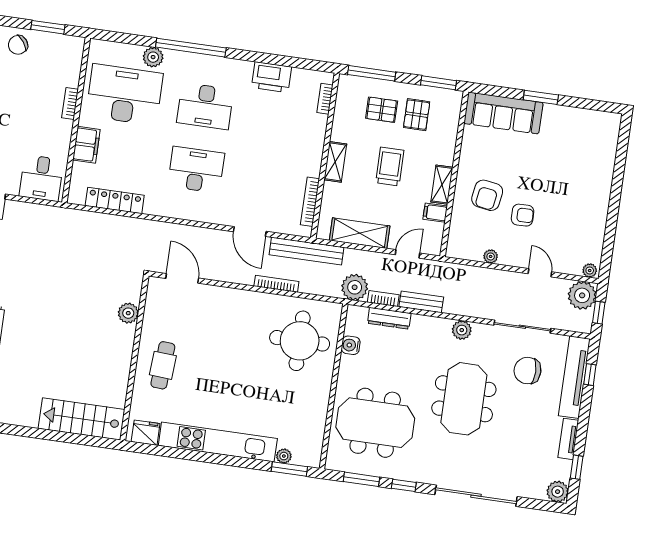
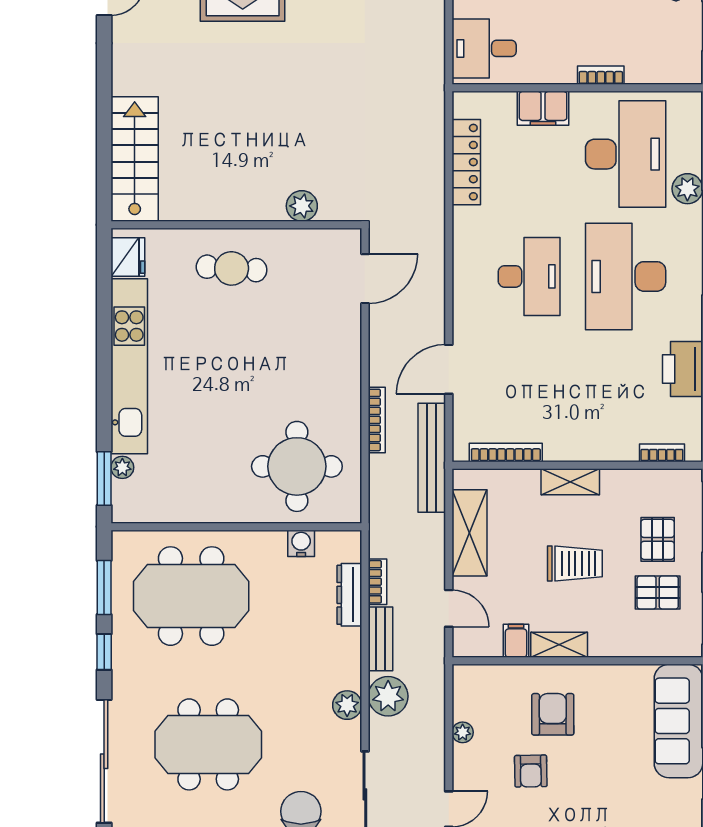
desk: (205, 106) -> (626, 276), width x1.36, depth x1.30
armchair: (487, 195) -> (553, 714), turned 81
plant: (355, 287) -> (388, 696), moved
meeting table: (464, 399) -> (208, 744), moved
meeting table: (375, 423) -> (191, 596), turned 90

